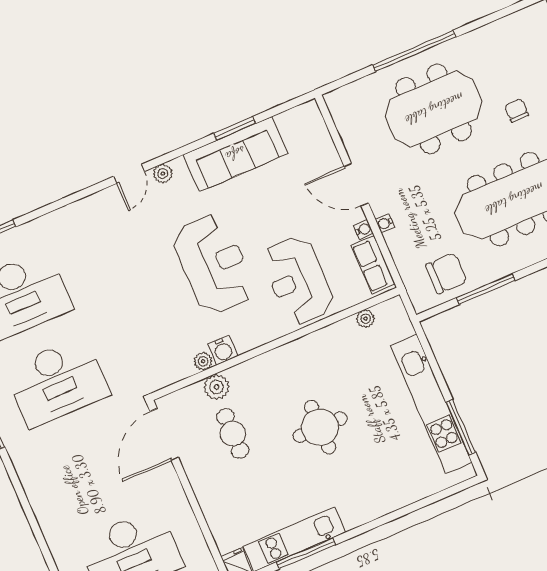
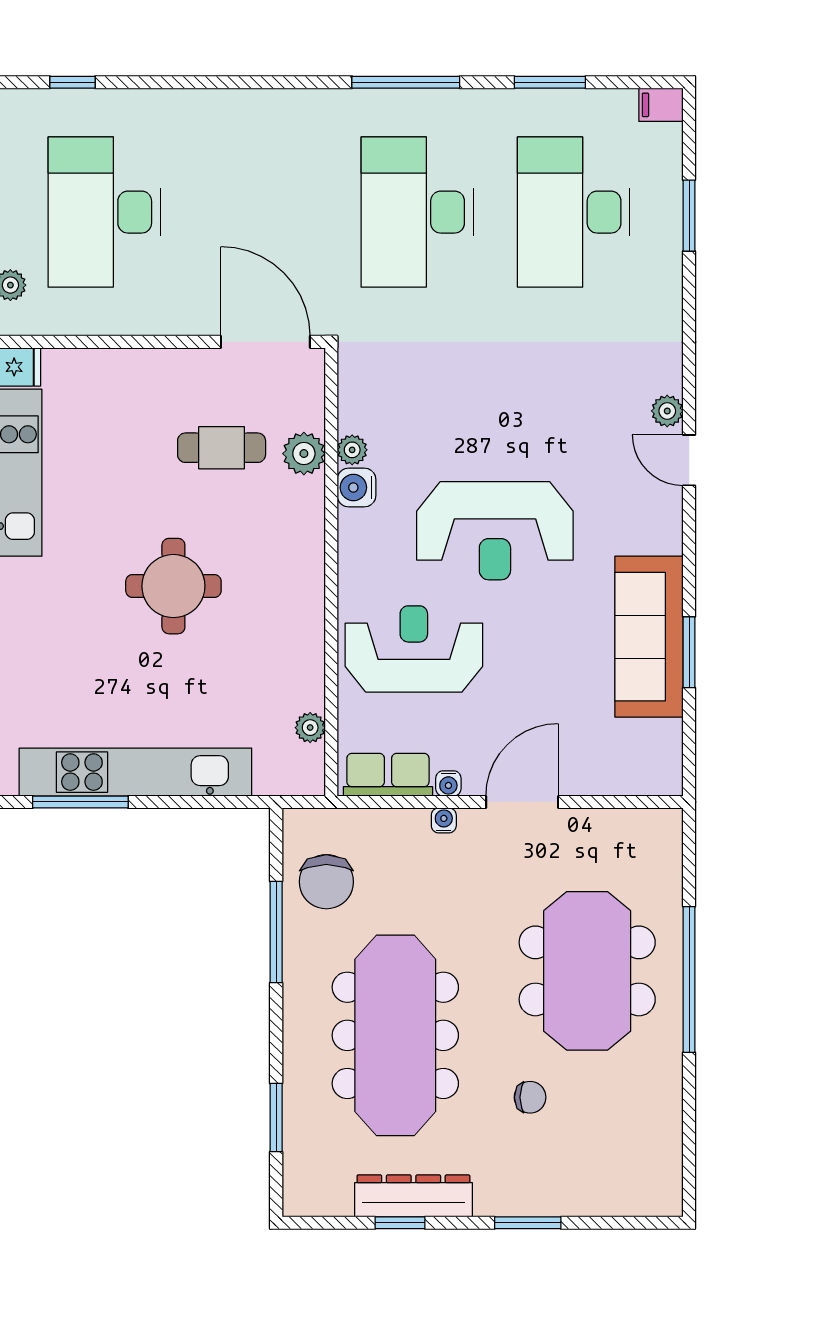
plant: (163, 174) -> (667, 411), moved

